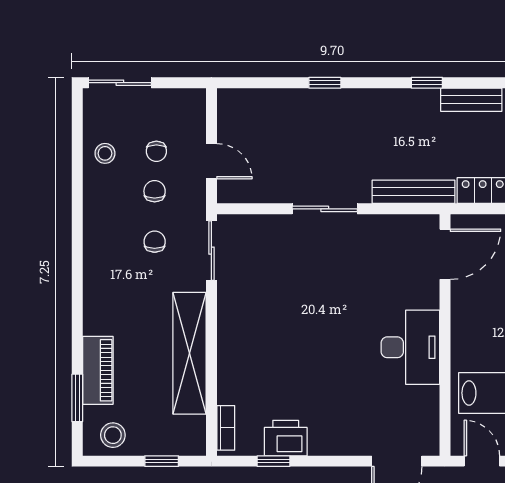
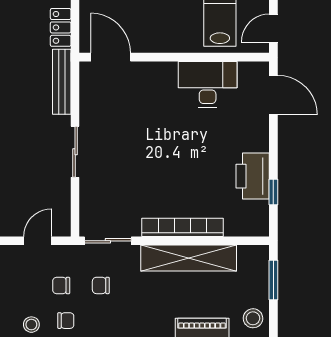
chair: (156, 151) -> (66, 321), moved
desk: (410, 347) -> (208, 84), moved
bookcase: (226, 428) -> (182, 227), moved, width x2.31, depth x1.31
printer: (286, 438) -> (253, 176), width x1.37, depth x1.19
window: (162, 461) -> (273, 280), width x1.50

